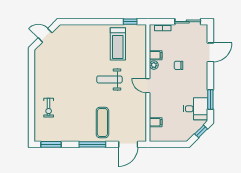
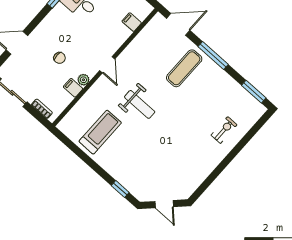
window: (130, 22) -> (120, 189), moved

